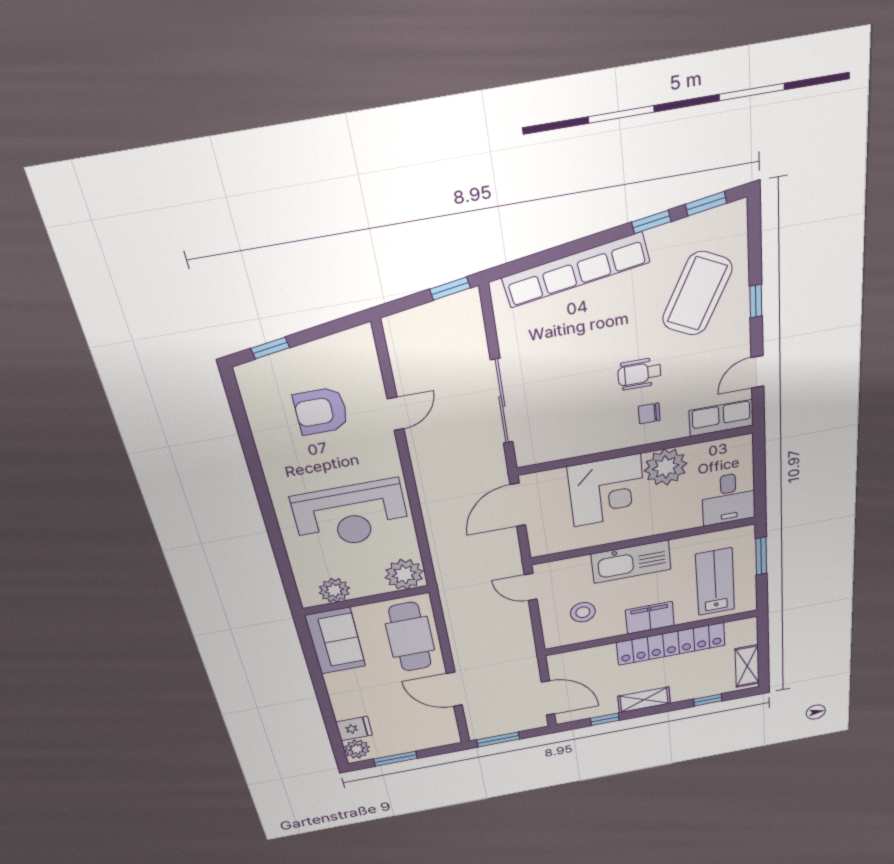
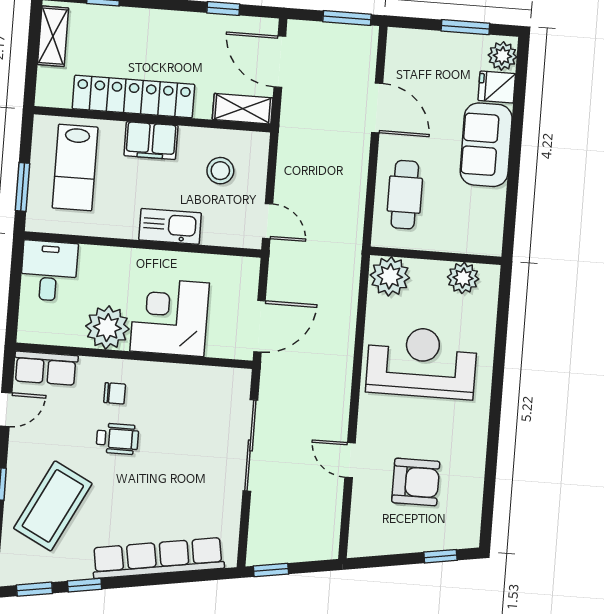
door: (396, 414) -> (350, 460), hinge flipped
kitchen sink: (631, 562) -> (170, 226), width x0.73, depth x0.81
cafe table: (410, 637) -> (405, 195), width x0.73, depth x0.74
sofa: (335, 641) -> (486, 145), moved
shelving: (644, 700) -> (243, 109), moved

